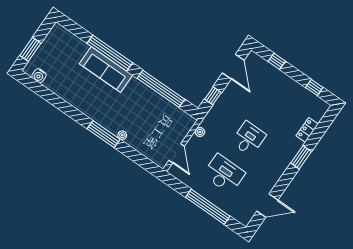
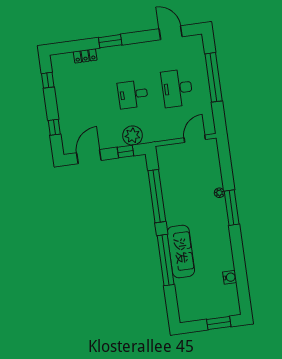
water cooler: (39, 76) -> (230, 277), moved
plant: (200, 132) -> (133, 135), moved, width x1.88, depth x1.88

